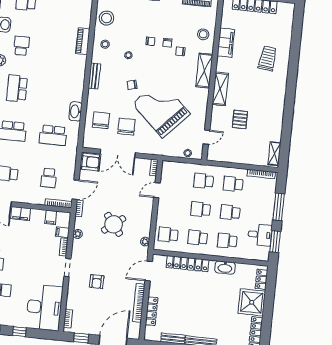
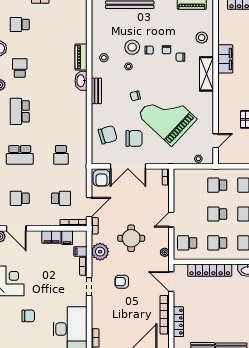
stool: (106, 18) -> (132, 47), moved
filing cabinet: (226, 43) -> (225, 59), moved
shelving: (220, 89) -> (224, 91), removed
washbasin: (75, 111) -> (81, 81), moved
chair: (101, 120) -> (108, 135), turned 74
chair: (126, 127) -> (134, 138), turned 90
school desk: (53, 135) -> (61, 155), width x0.54
armchair: (91, 162) -> (101, 178), turned 90
school desk: (49, 178) -> (61, 198), turned -90
door: (157, 190) -> (171, 220), moved
filing cabinet: (21, 214) -> (51, 237), moved
round table: (114, 224) -> (131, 238), turned 38
plant: (78, 234) -> (100, 252), width x1.88, depth x1.88
door: (149, 271) -> (171, 282), hinge flipped
armchair: (97, 282) -> (122, 282), moved, turned 90

